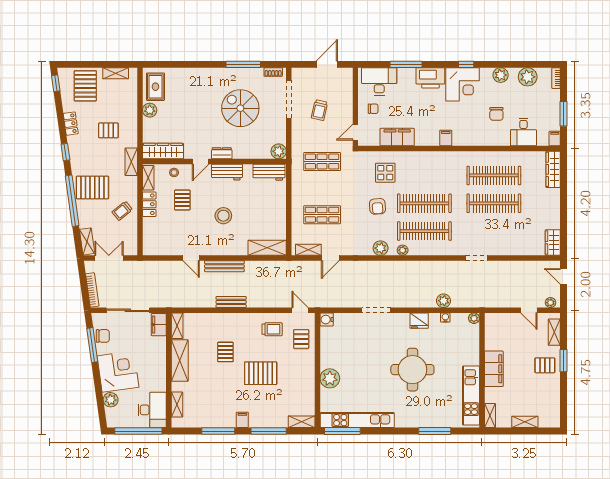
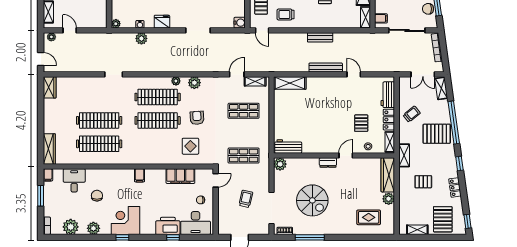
window: (406, 64) -> (173, 237), width x0.46
printer: (430, 78) -> (168, 226), moved
rug: (155, 87) -> (369, 217), moved, turned 90
wardrobe: (163, 151) -> (388, 175), moved, turned 90
workbench: (227, 172) -> (388, 95), moved, turned -90
stool: (223, 216) -> (327, 110), removed
filing cabinet: (159, 325) -> (381, 18), width x0.50

